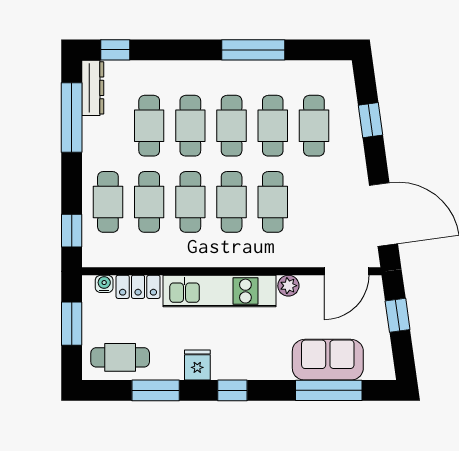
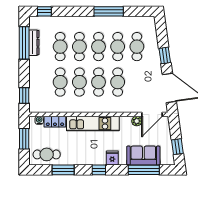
dresser: (93, 88) -> (34, 43), moved
window: (370, 120) -> (165, 55), moved
cafe table: (108, 202) -> (41, 82), removed
plant: (288, 286) -> (137, 121), moved
window: (398, 315) -> (177, 147), moved
fridge: (197, 365) -> (112, 158), moved

